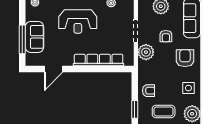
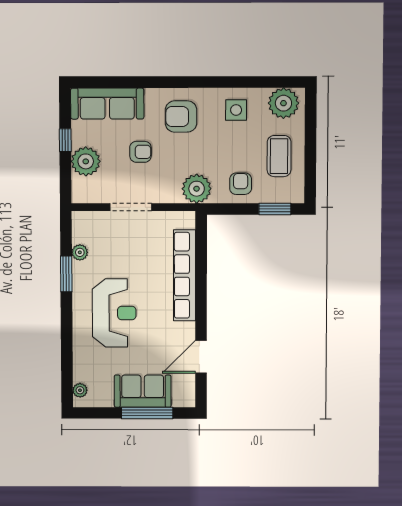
plant: (146, 52) -> (197, 189), moved
door: (54, 69) -> (201, 357), swing flipped

